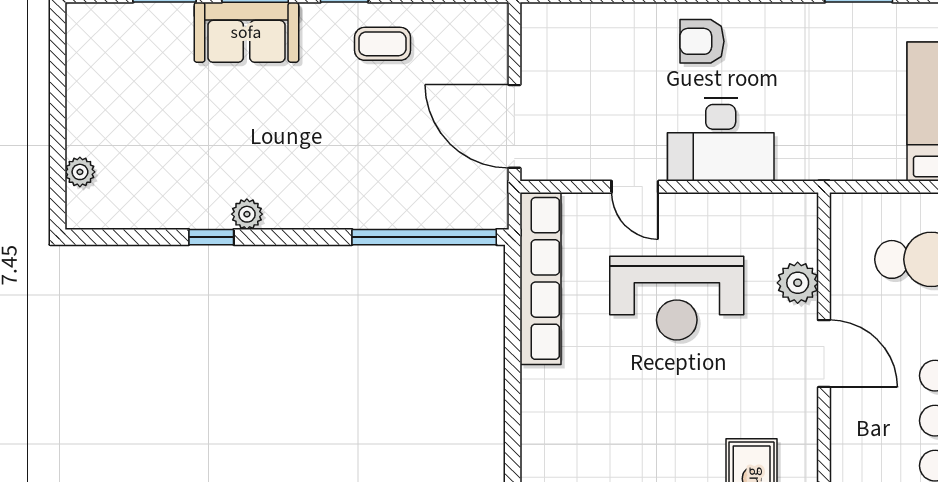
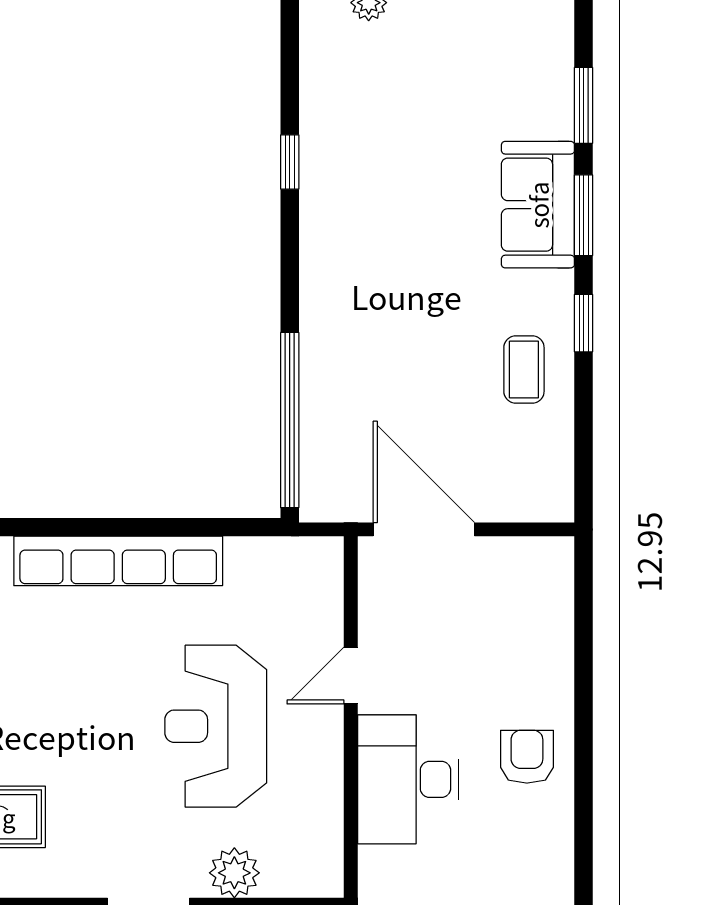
door: (514, 126) -> (424, 529), hinge flipped
plant: (247, 214) -> (317, 205), removed
row of seats: (540, 278) -> (118, 561), moved

